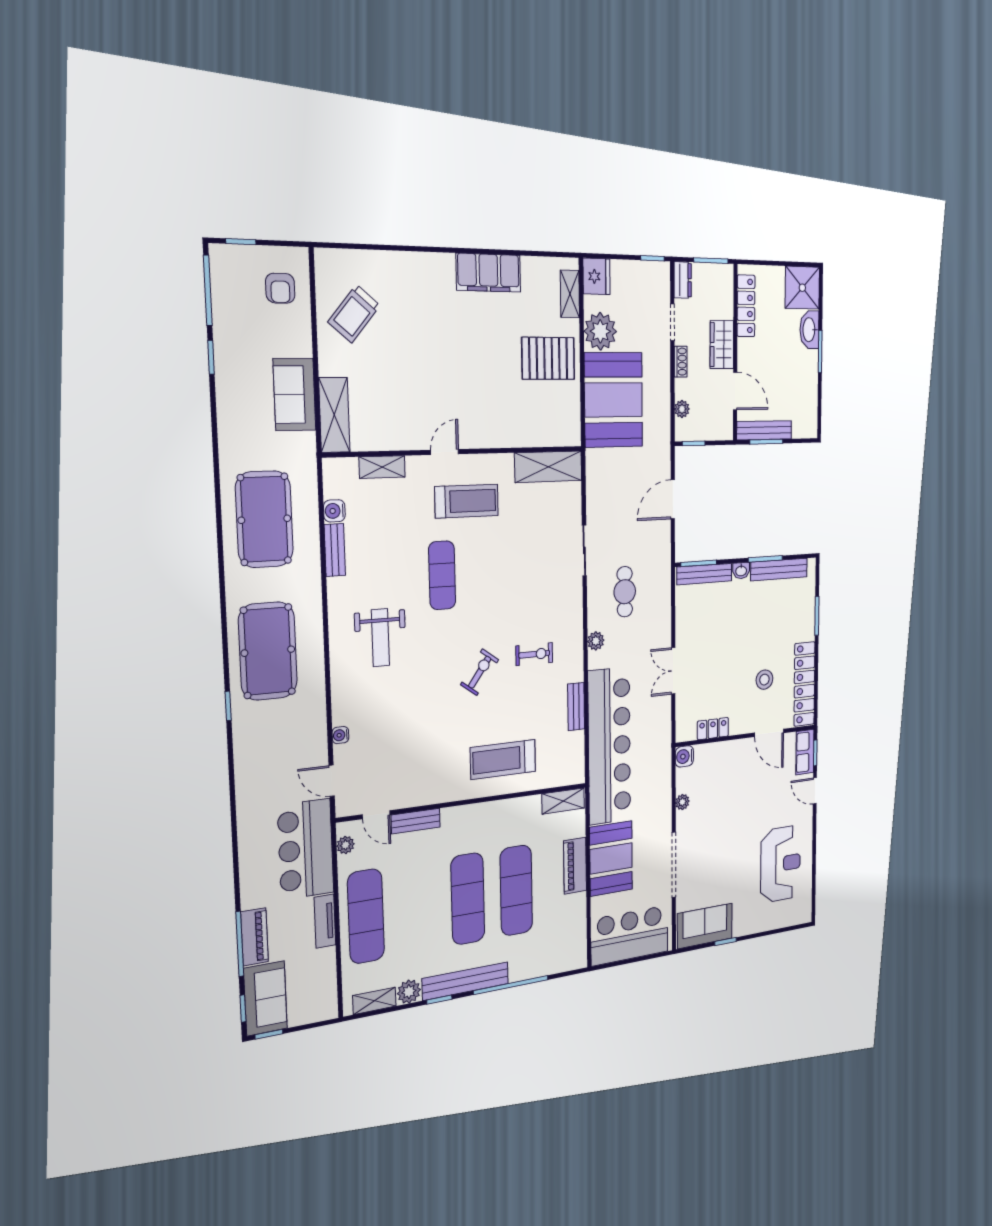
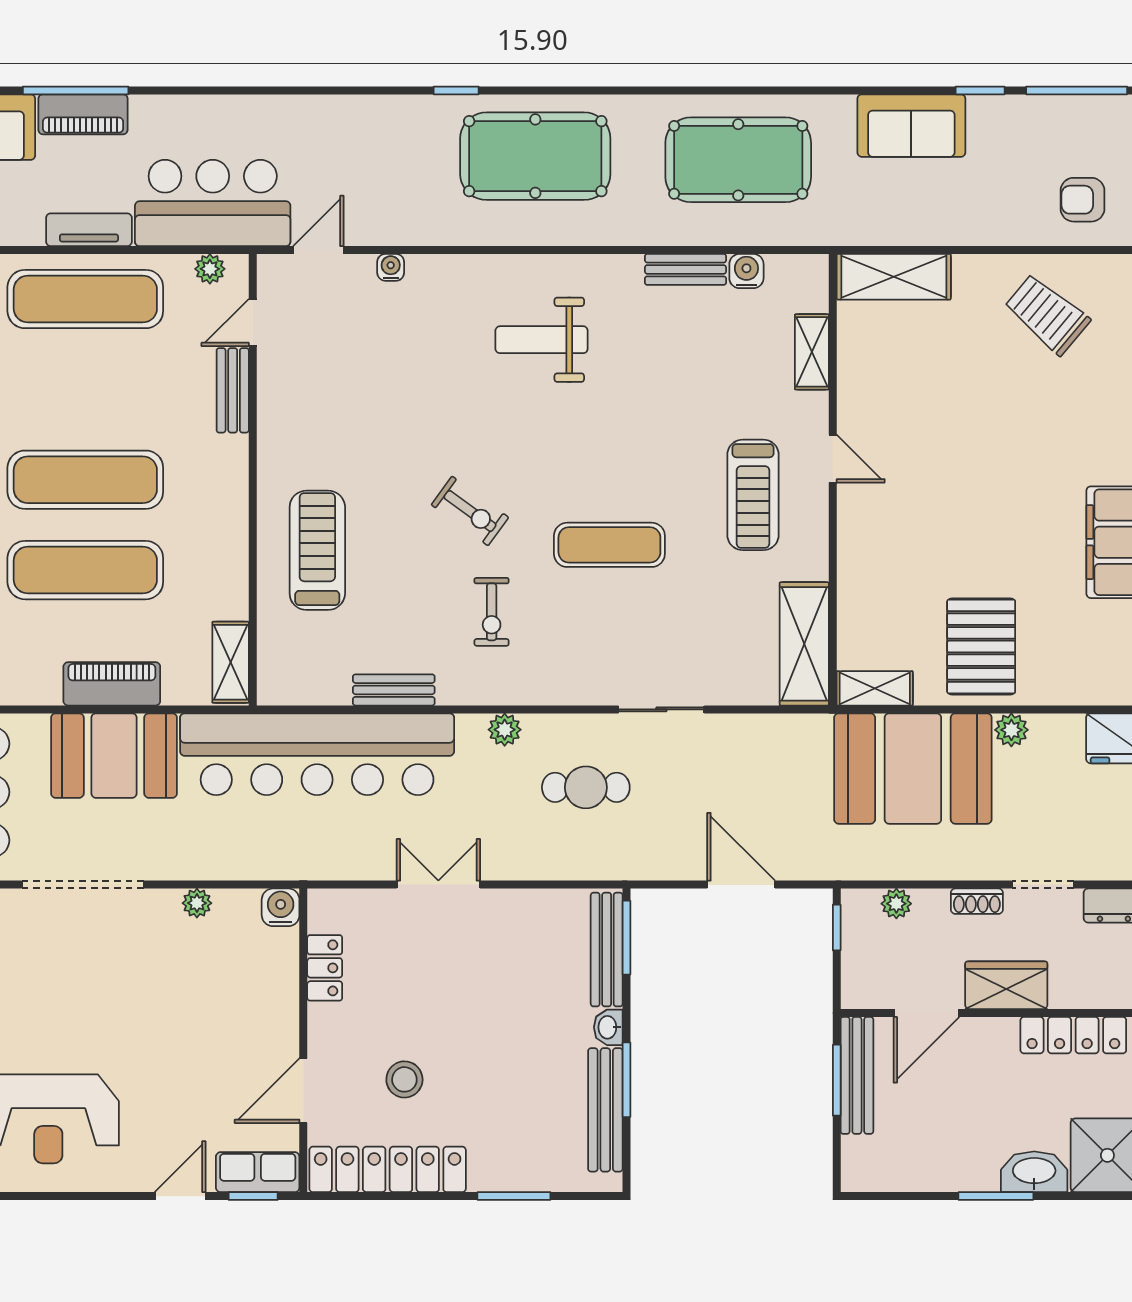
shelving: (570, 294) -> (875, 688), moved
plant: (600, 331) -> (1011, 730), width x0.53, depth x0.53
sofa: (294, 394) -> (911, 126), moved, turned 180
exercise mat: (442, 575) -> (609, 545), moved

